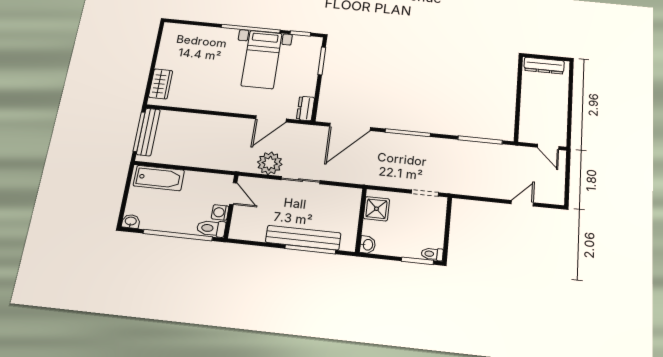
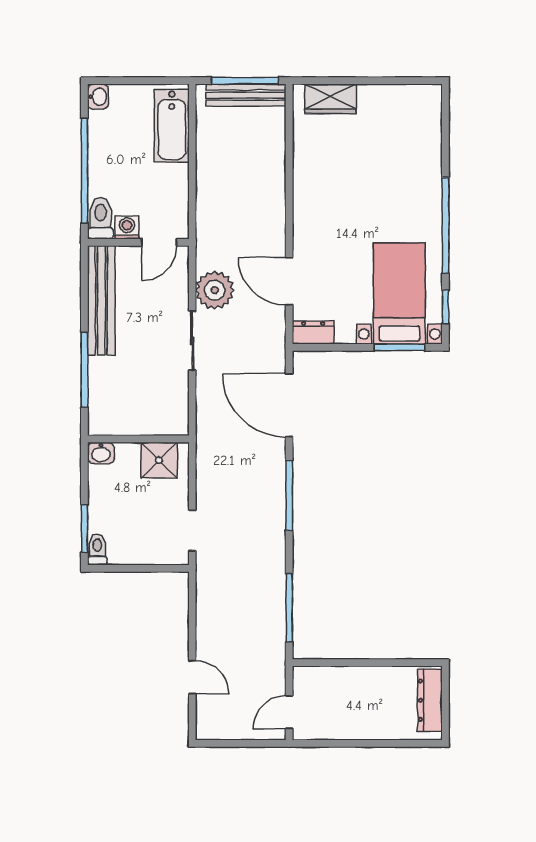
bed with nightstands: (262, 59) -> (399, 293), moved, turned 90
bench: (303, 238) -> (101, 300), moved

